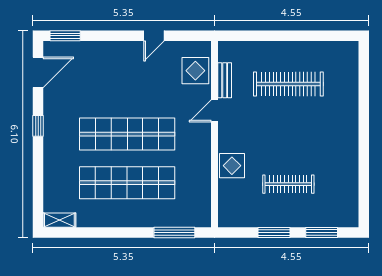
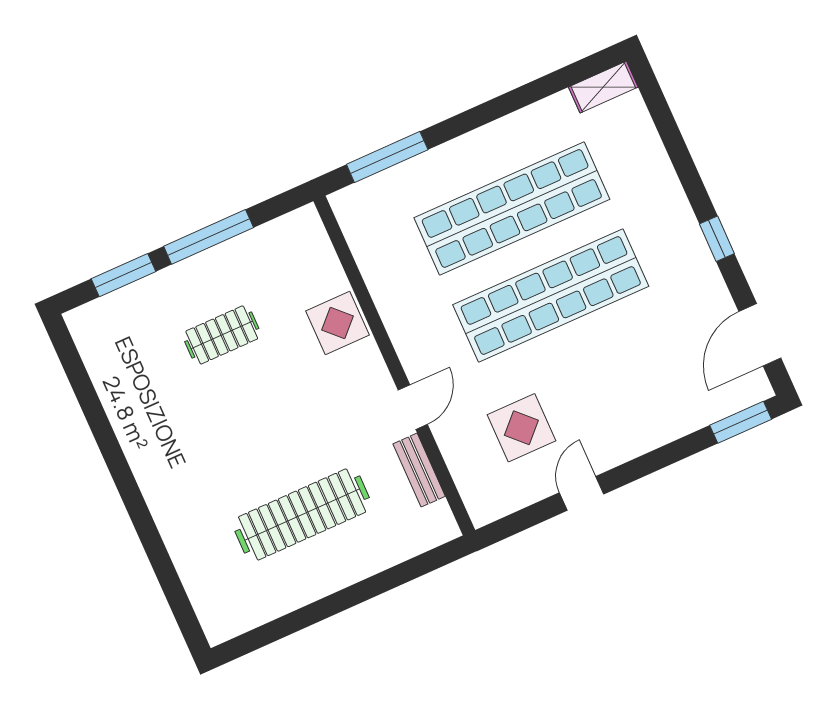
display table: (195, 71) -> (521, 428), moved
clothes rail: (288, 184) -> (222, 335), width x0.73
window: (274, 232) -> (209, 237), width x1.44

